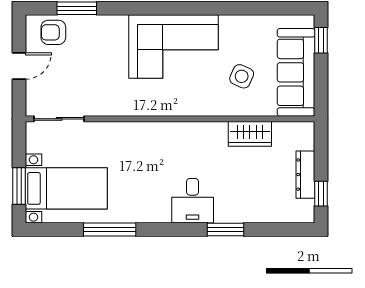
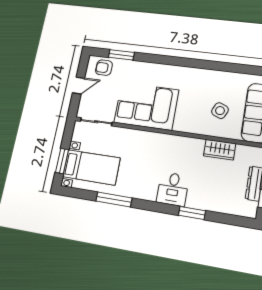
corner sofa: (173, 47) -> (146, 106), moved, turned 180

